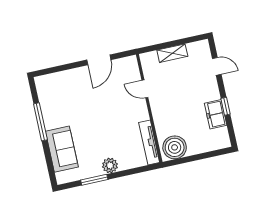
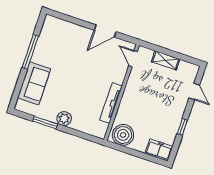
door: (145, 89) -> (133, 59), moved
freezer: (216, 114) -> (159, 150), moved, turned 90
tv unit: (149, 143) -> (111, 103), moved

